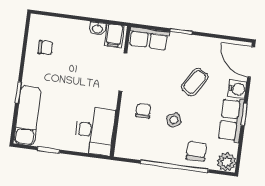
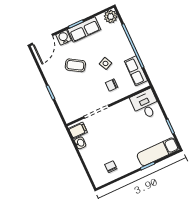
row of seats: (149, 38) -> (136, 71), moved, turned 180
desk: (95, 130) -> (145, 104), width x0.73
chair: (196, 151) -> (116, 39), removed

